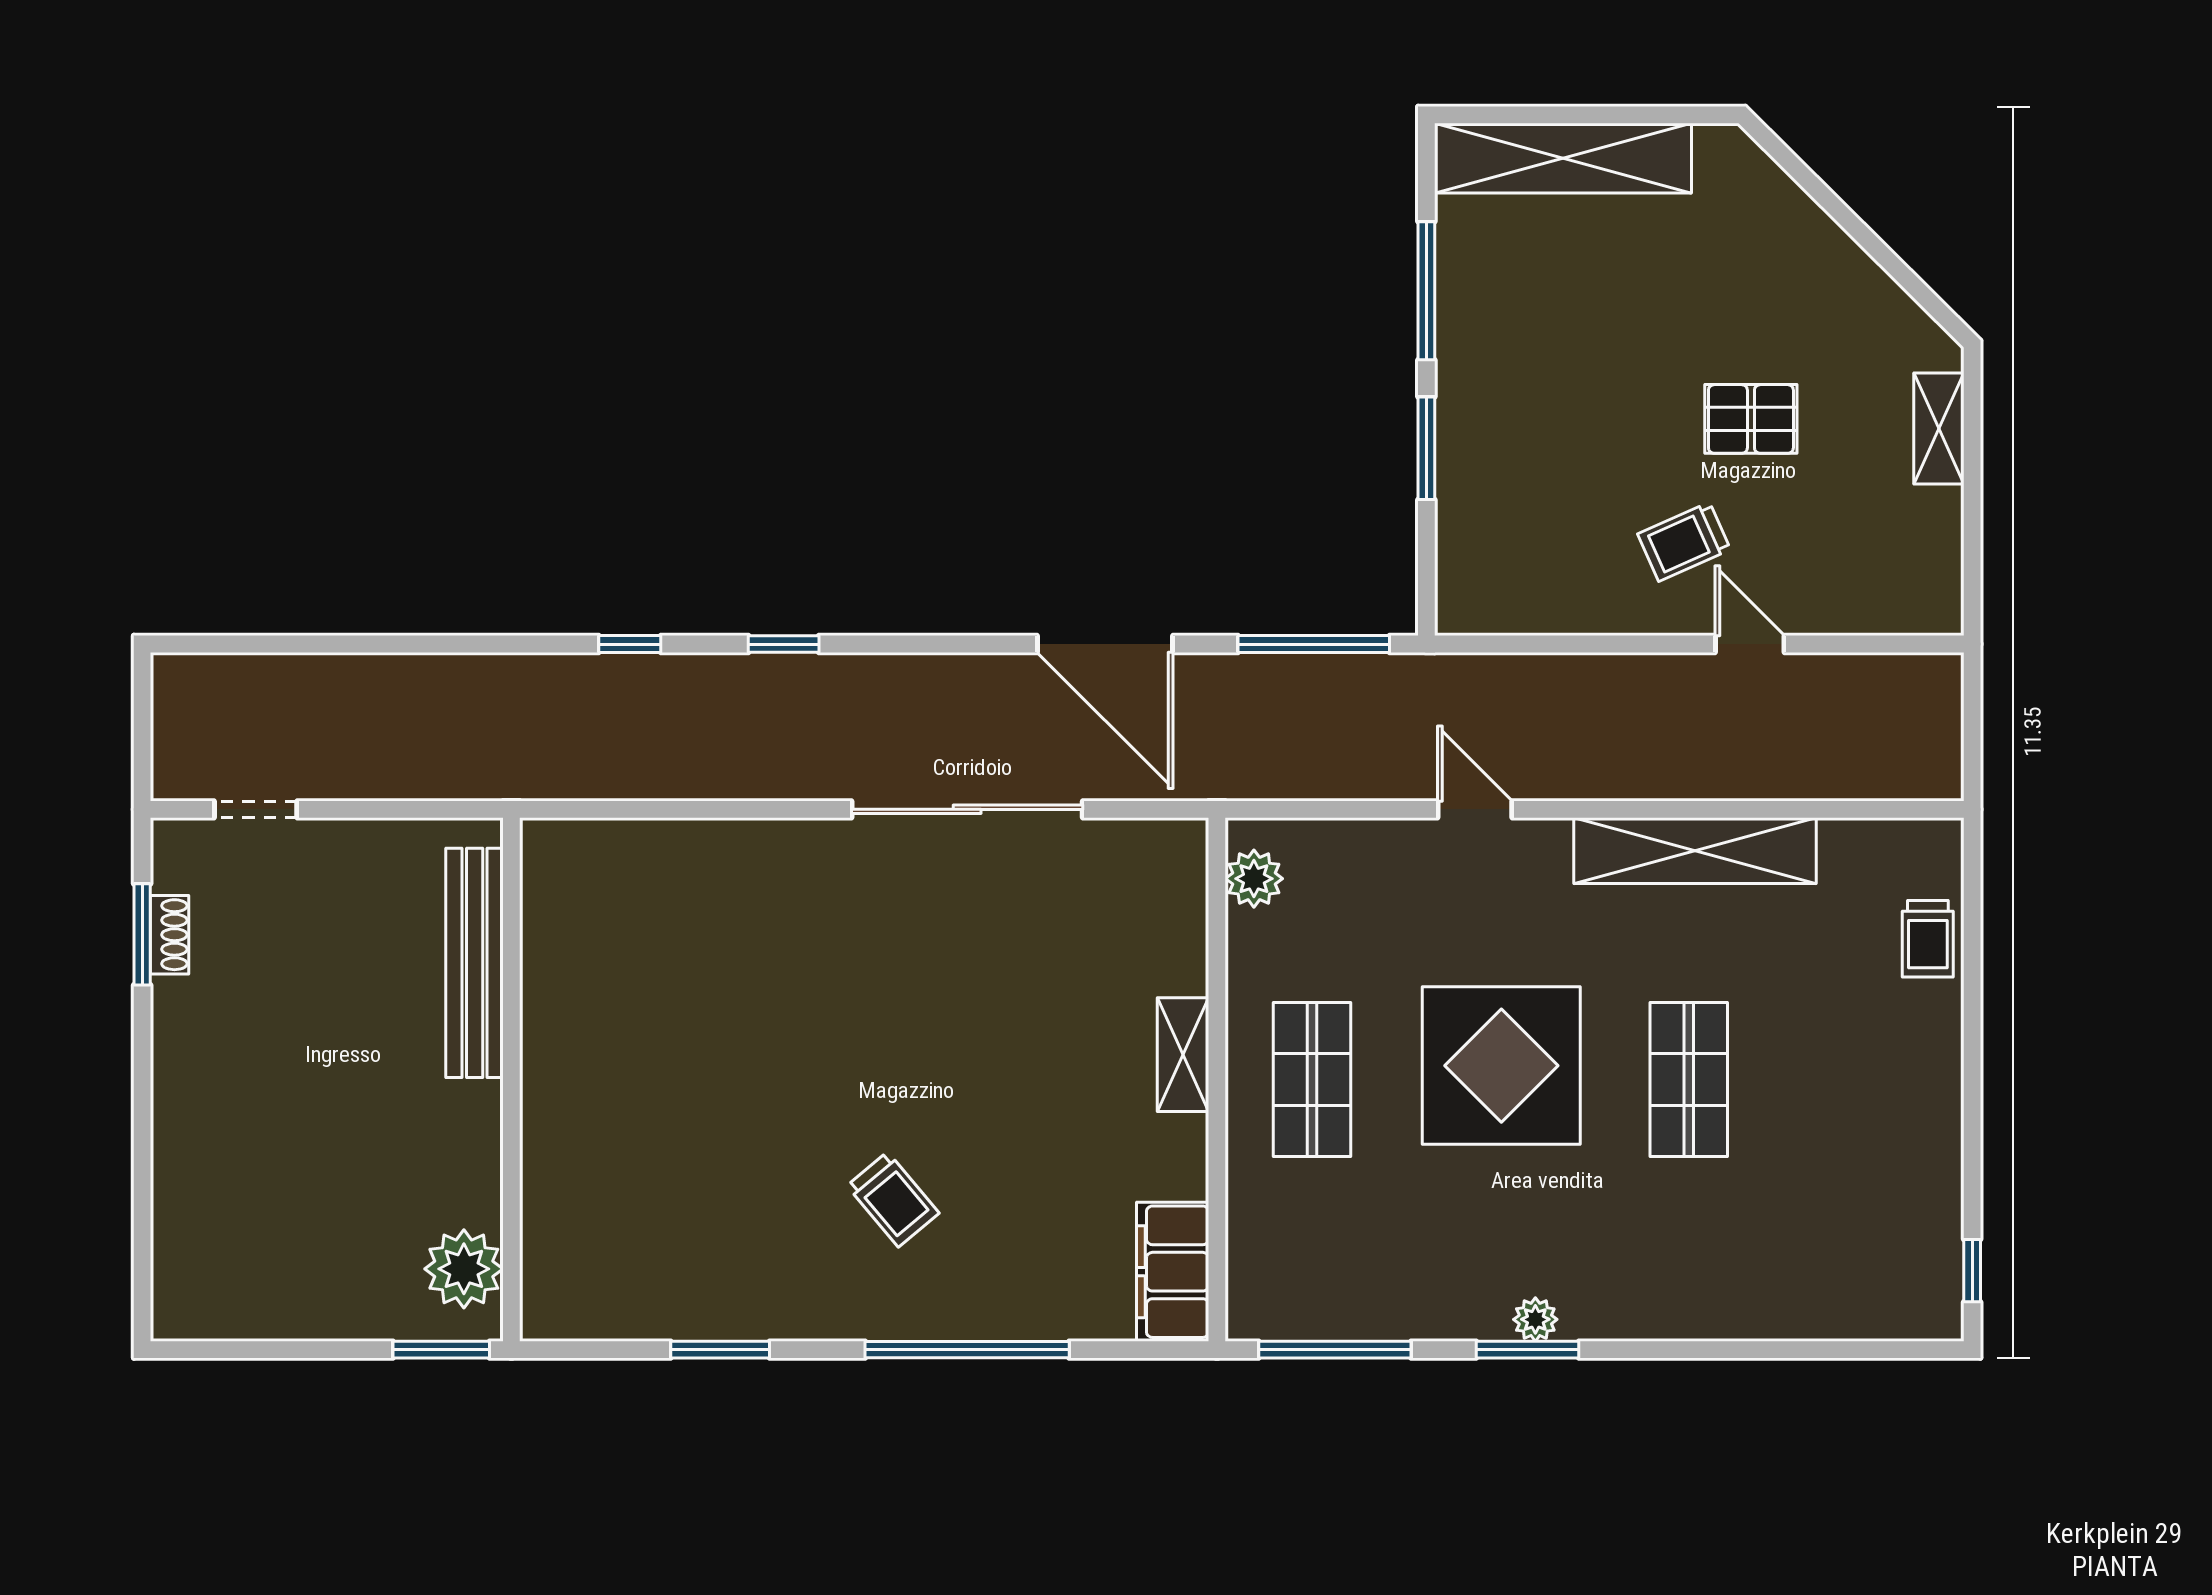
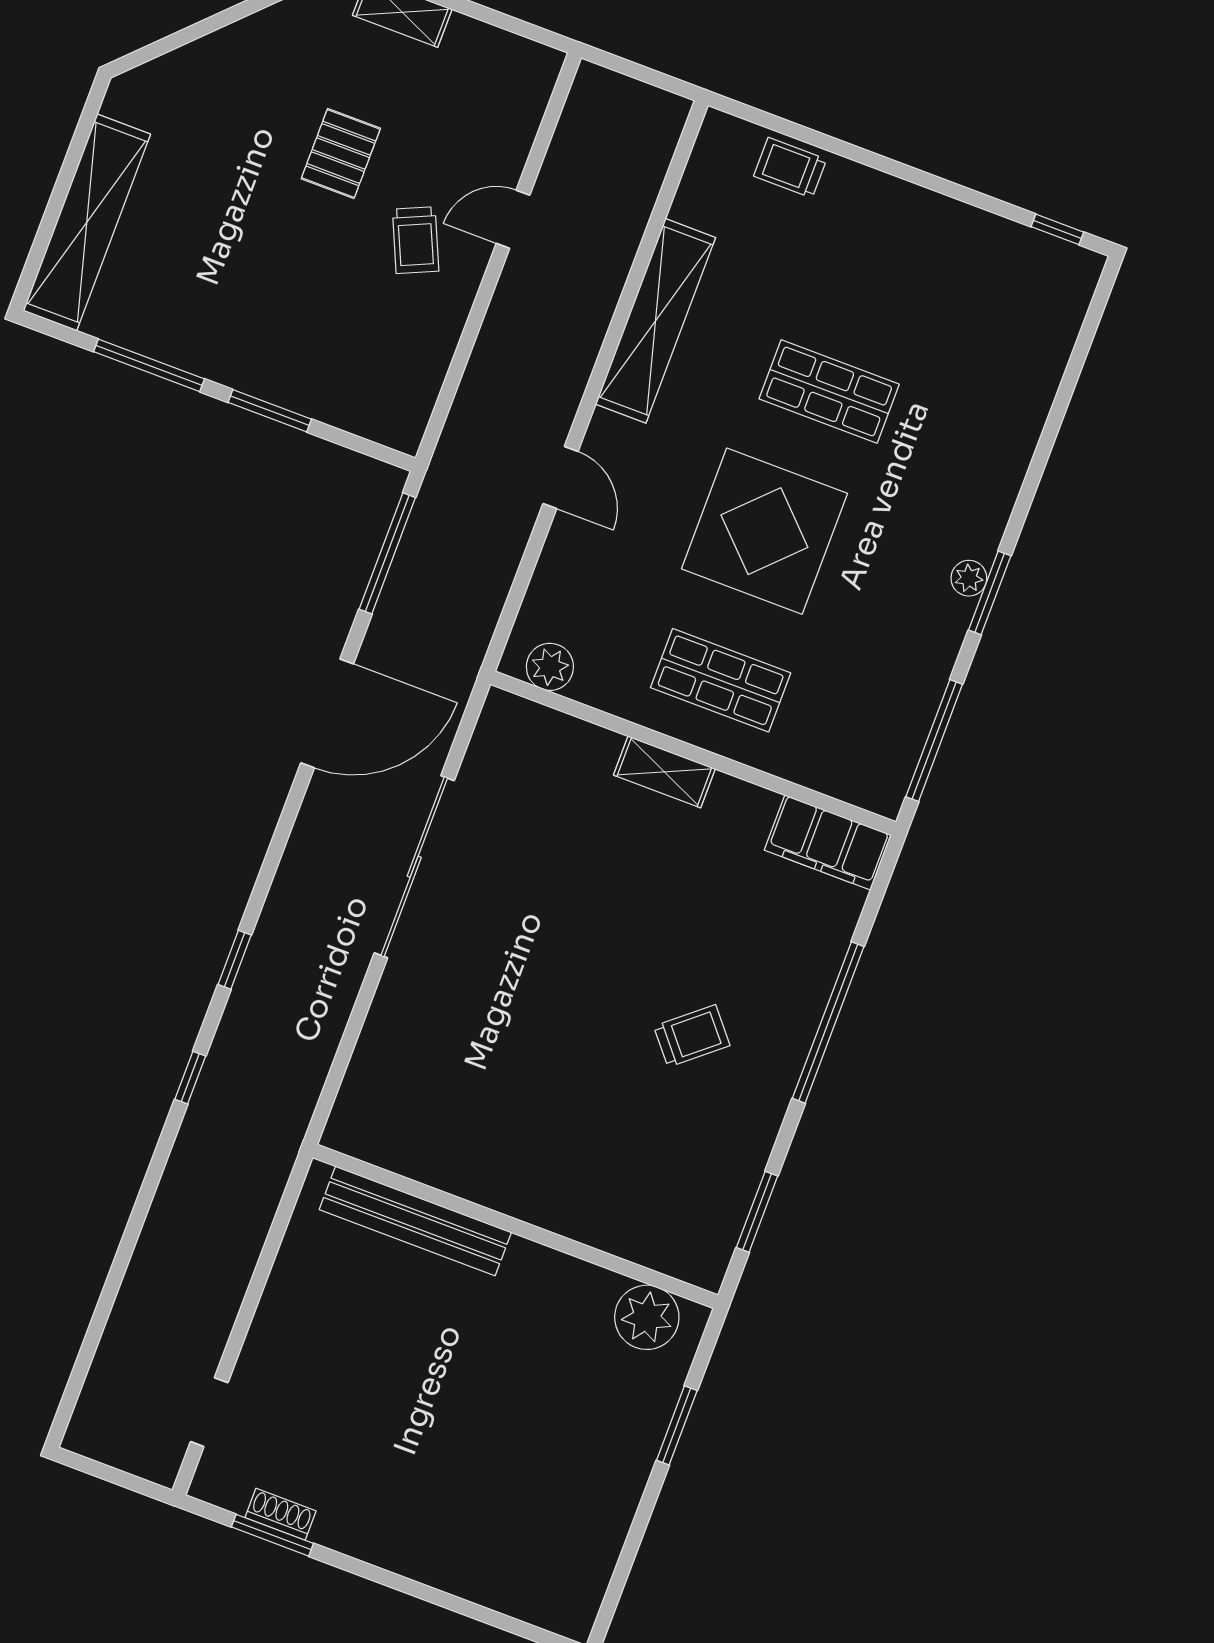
door: (1475, 809) -> (561, 478), swing flipped
trolley: (1928, 939) -> (790, 168), turned 180
bench: (475, 963) -> (415, 1221), moved
wall: (511, 1079) -> (515, 1226), moved
plant: (464, 1269) -> (647, 1317), moved

